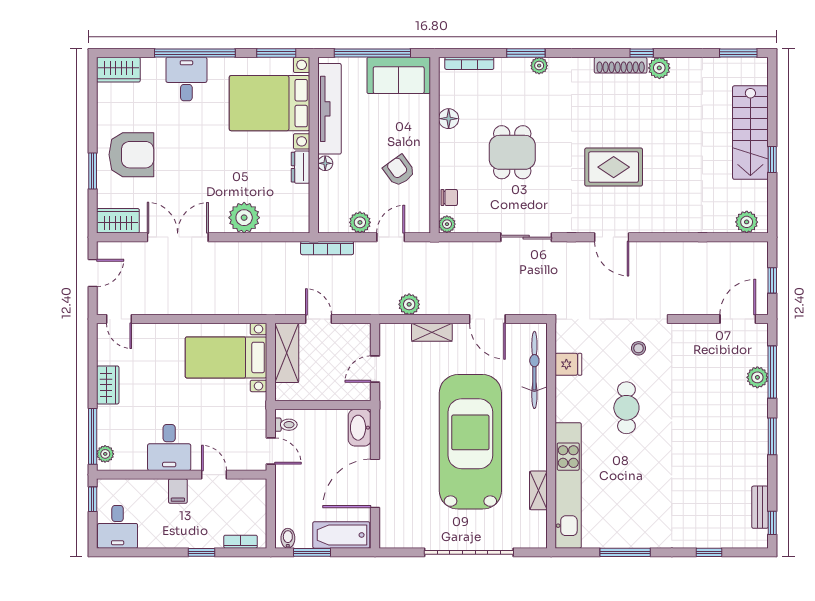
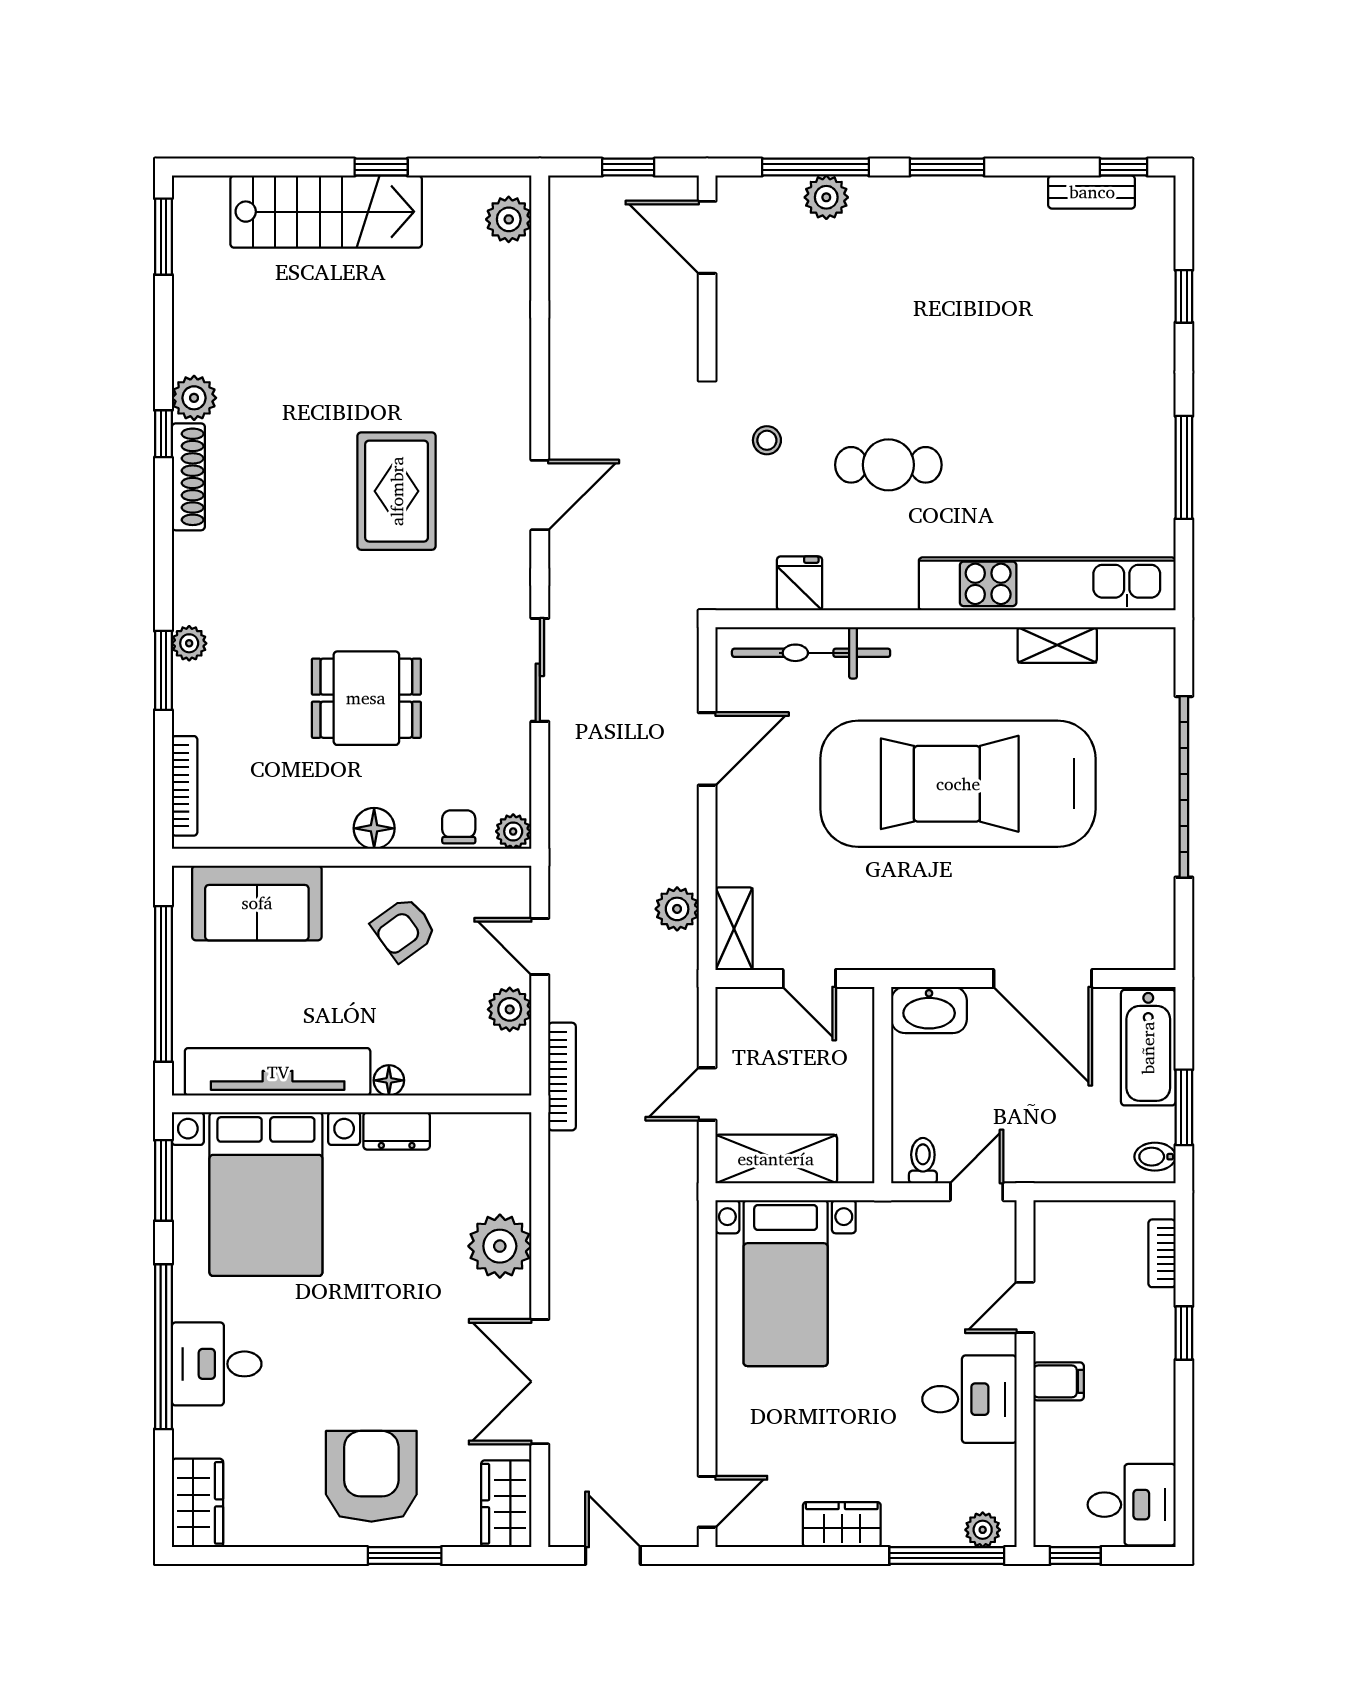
sofa: (399, 75) -> (257, 903), moved, turned 90
floor lamp: (449, 119) -> (374, 828), moved
shelving: (432, 332) -> (734, 929), moved

